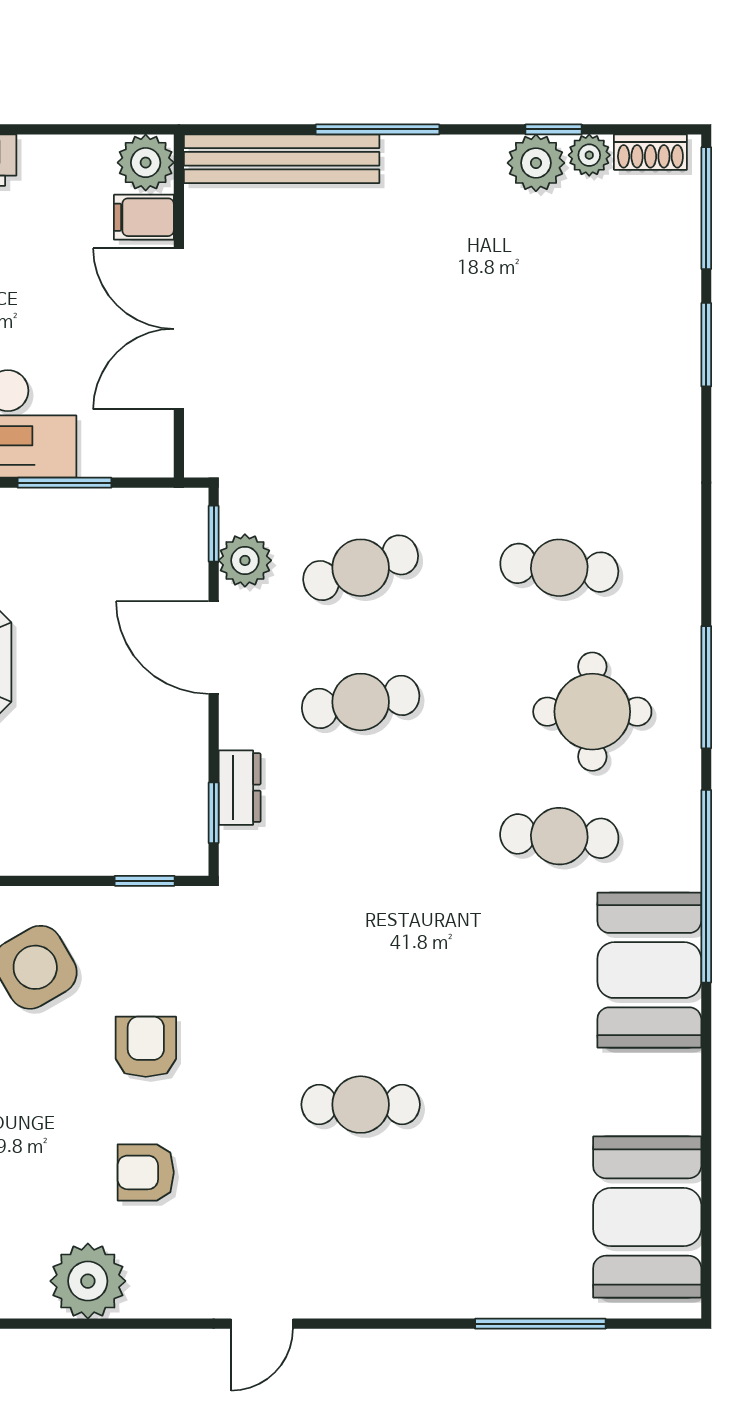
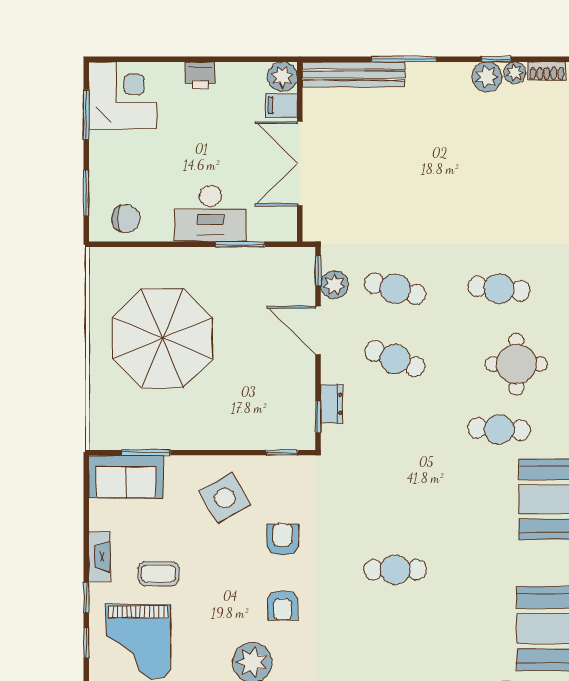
cafe table: (361, 568) -> (395, 289), turned 33
cafe table: (361, 702) -> (395, 359), turned 30
armchair: (146, 1172) -> (283, 605), turned -90

